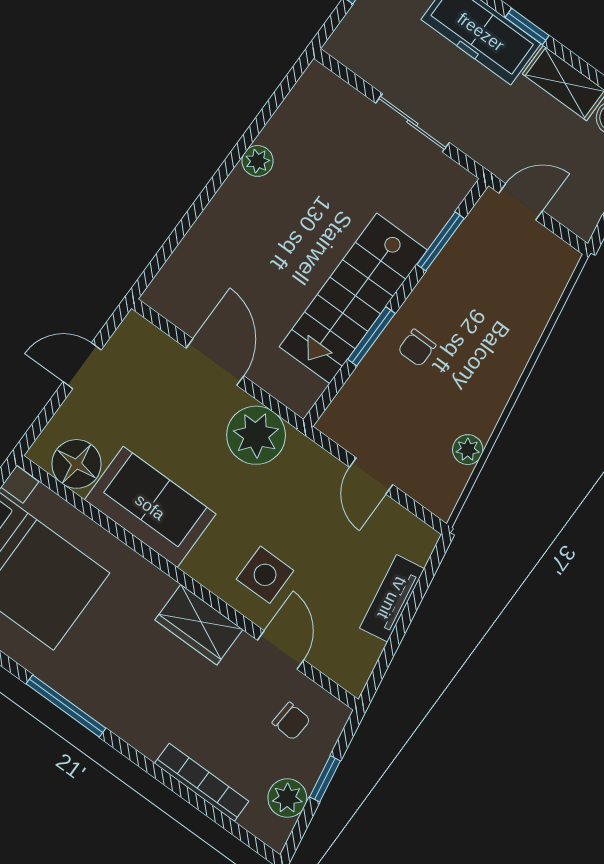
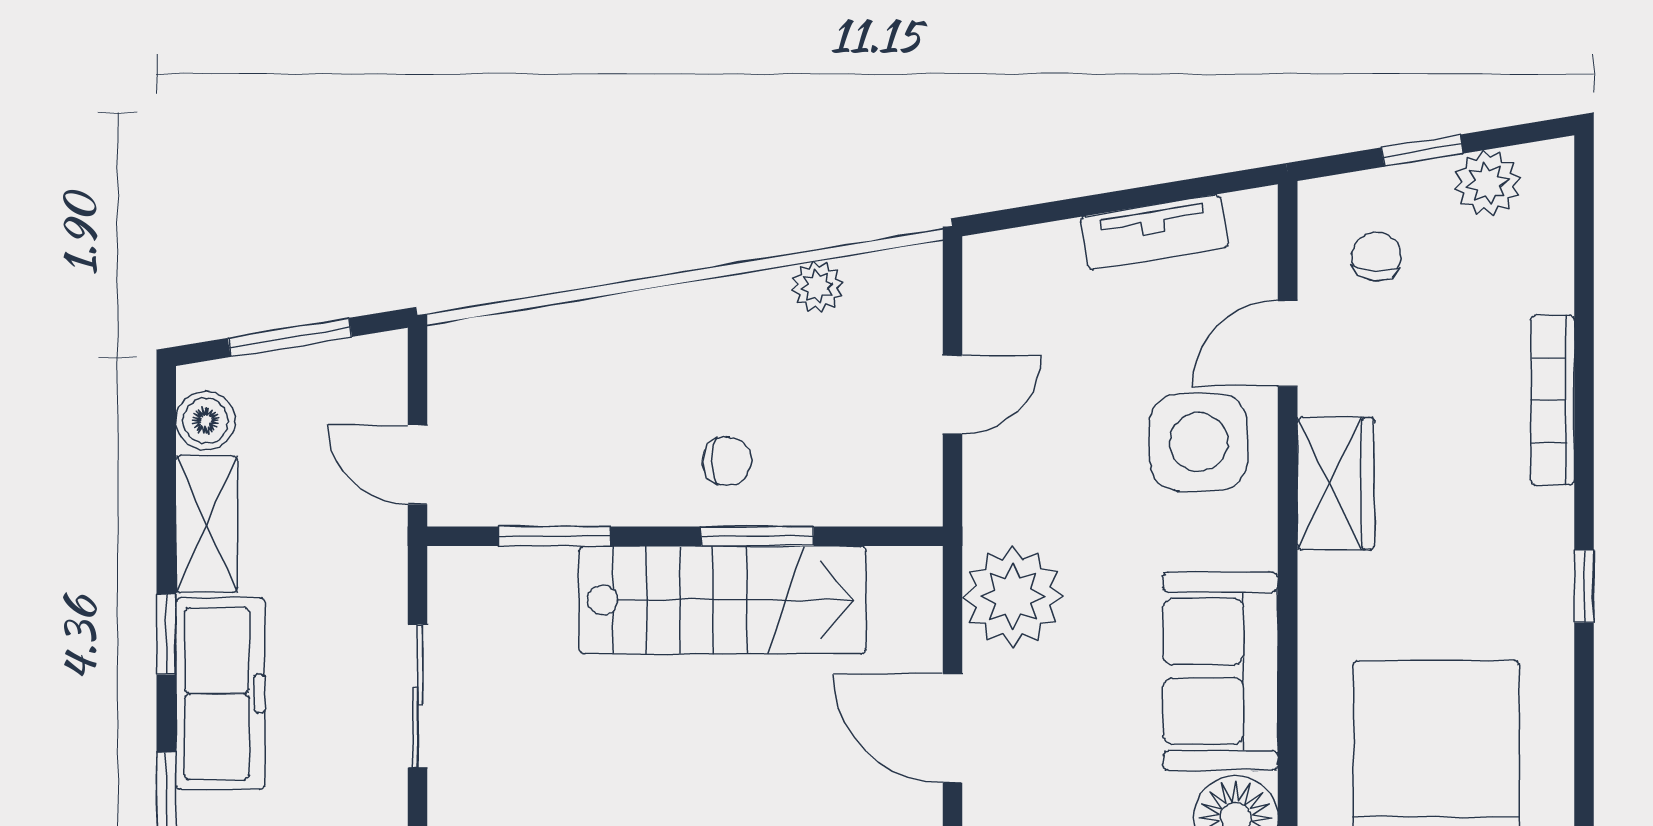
door: (215, 362) -> (952, 728), hinge flipped
side table: (265, 575) -> (1198, 442), width x1.37, depth x1.37
tv unit: (392, 598) -> (1154, 232), moved
window: (66, 706) -> (1584, 586), width x0.46
bookcase: (202, 782) -> (1553, 400), moved

